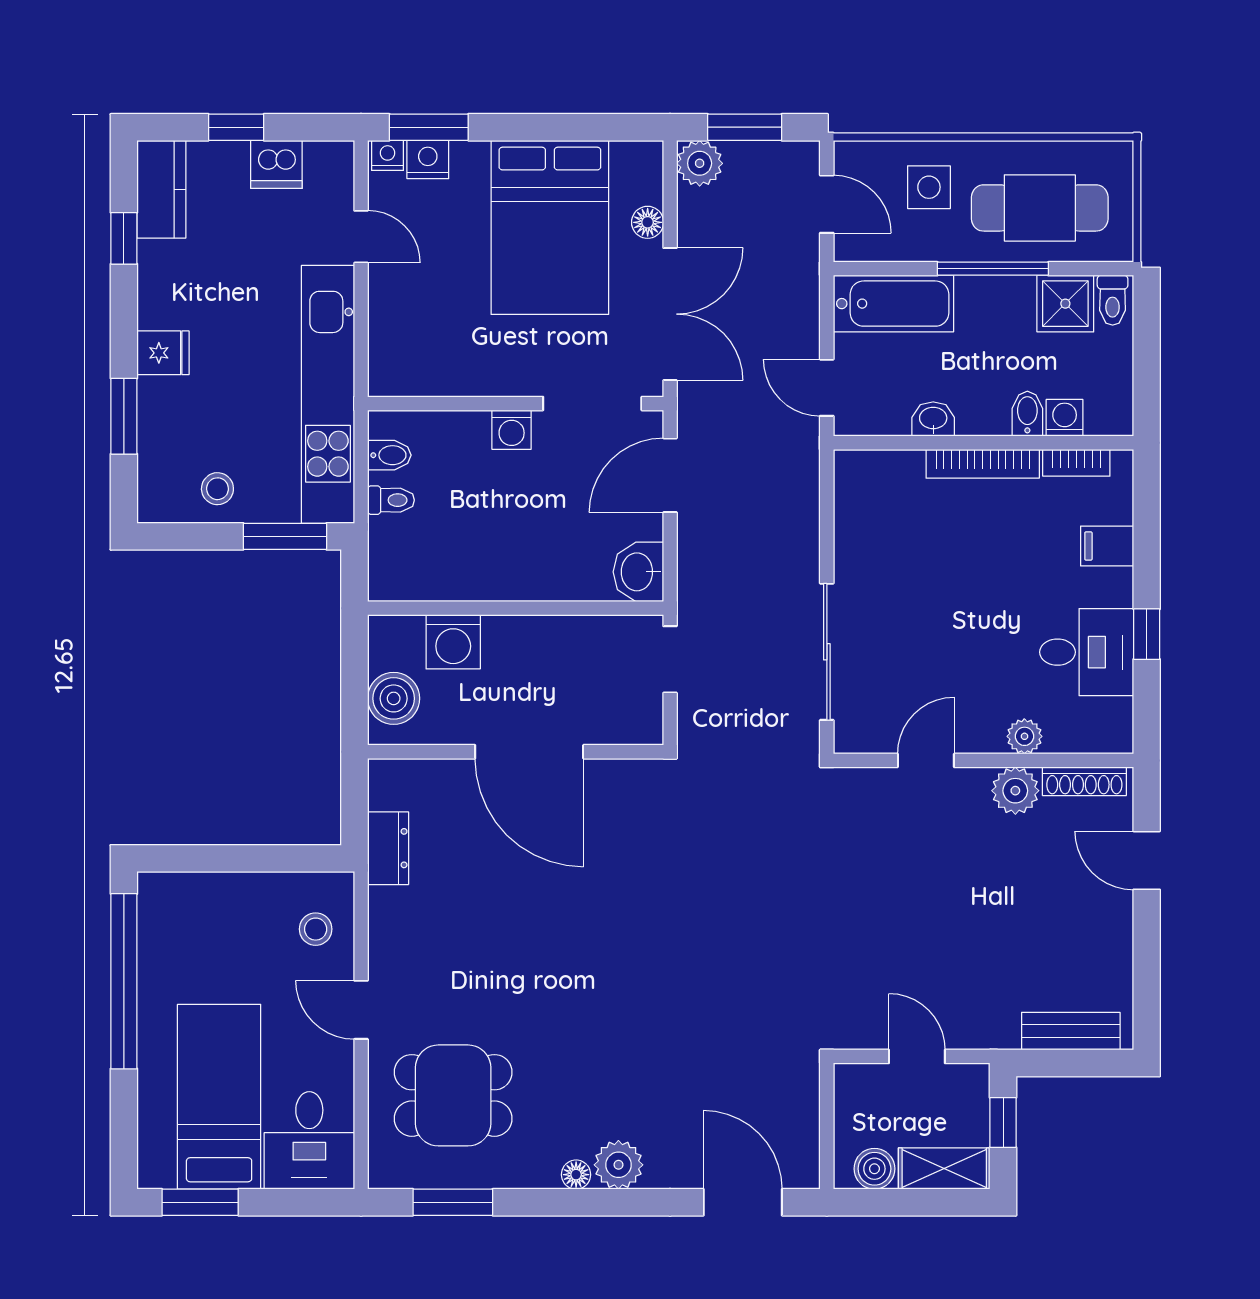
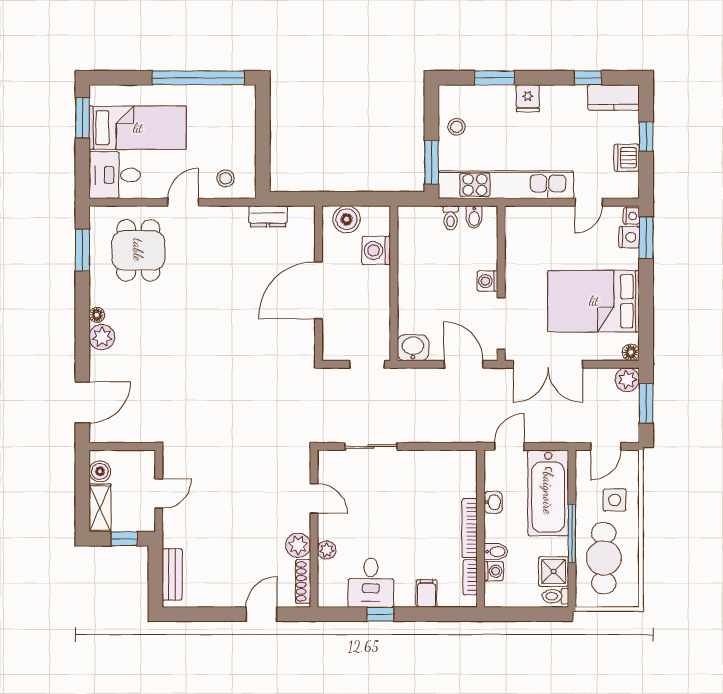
floor lamp: (648, 222) -> (631, 352), moved
bathtub: (893, 304) -> (548, 493), width x1.36, depth x1.36
sliding door: (827, 652) -> (371, 446), width x0.73

